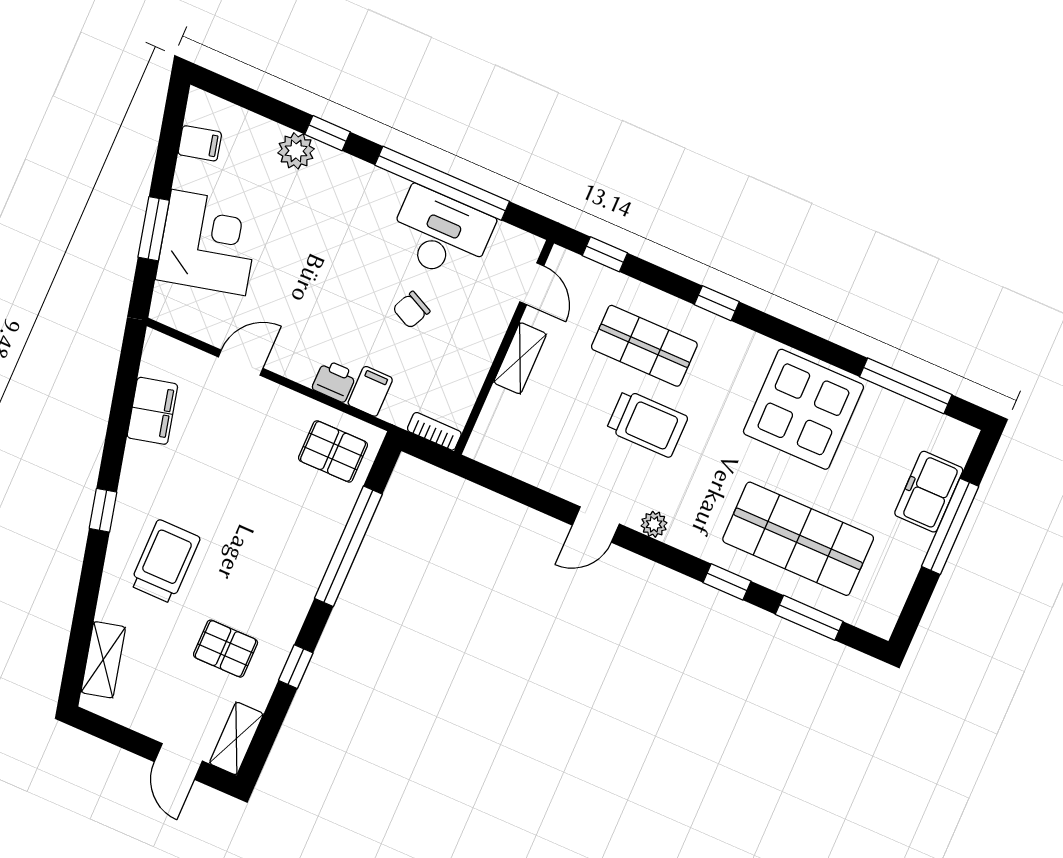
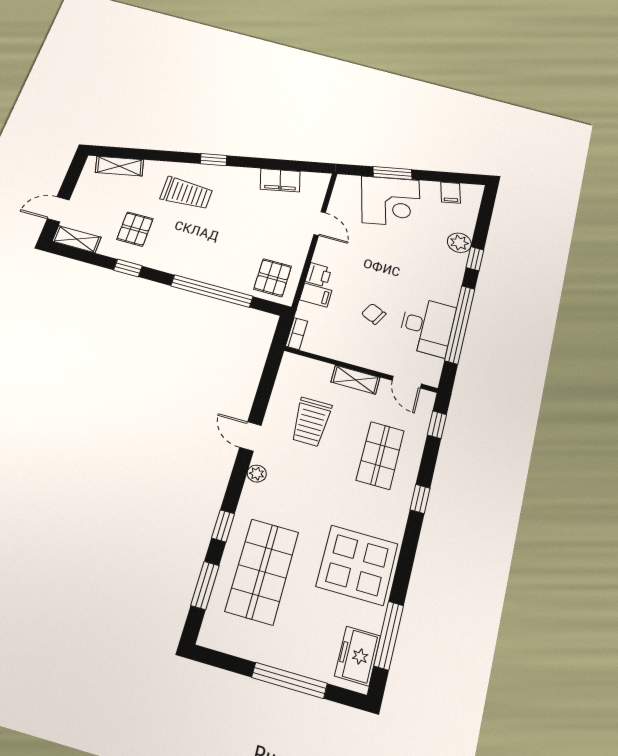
door: (532, 284) -> (407, 382), hinge flipped
trolley: (647, 423) -> (311, 422), moved
freezer: (929, 492) -> (358, 656), moved, turned -90

